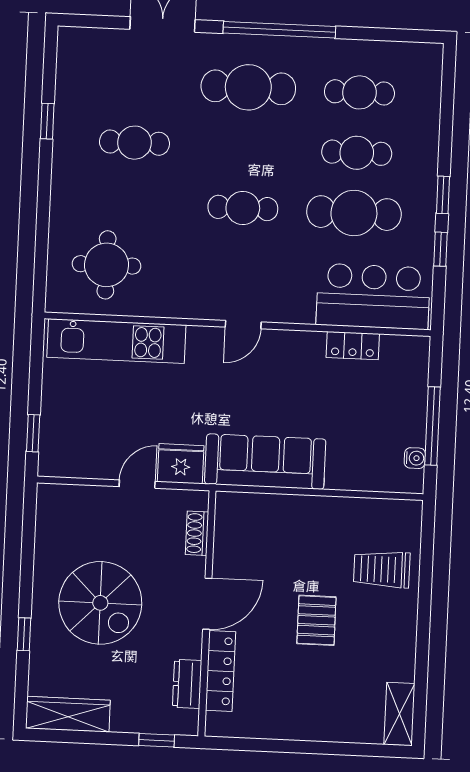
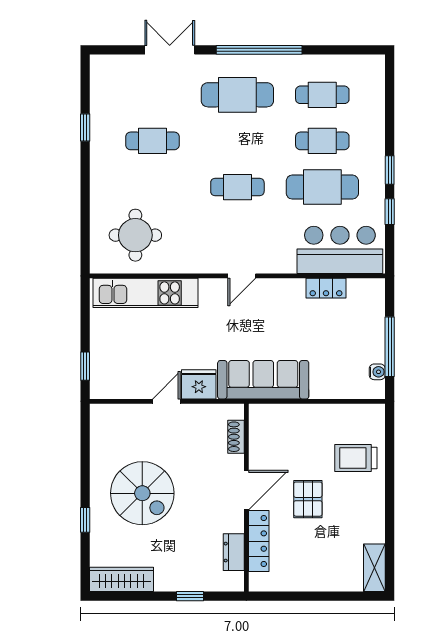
shoe rack: (197, 533) -> (236, 437), moved
door: (207, 604) -> (246, 490), moved
wall: (207, 613) -> (246, 498), moved
locker: (220, 671) -> (259, 541), moved
dresser: (187, 684) -> (234, 552), moved

